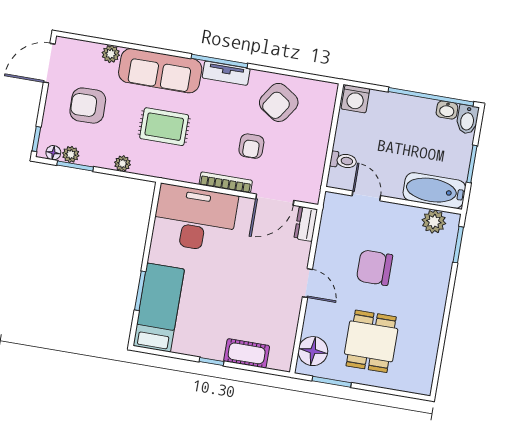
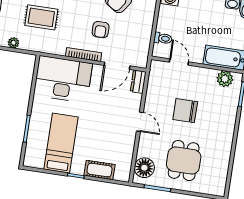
bed: (159, 308) -> (61, 143), moved

